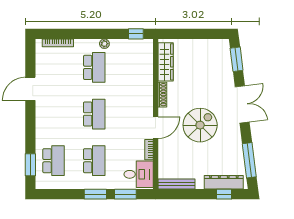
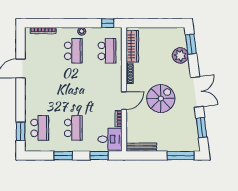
plant: (224, 73) -> (180, 55), added
double door: (242, 104) -> (197, 92), moved
school desk: (94, 114) -> (107, 51), moved
window: (249, 160) -> (201, 128), width x0.69
dresser: (224, 182) -> (180, 146), removed
window: (95, 194) -> (63, 156), moved
window: (224, 194) -> (181, 156), width x2.17

